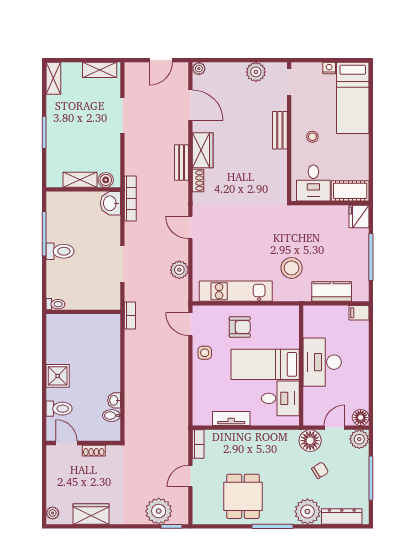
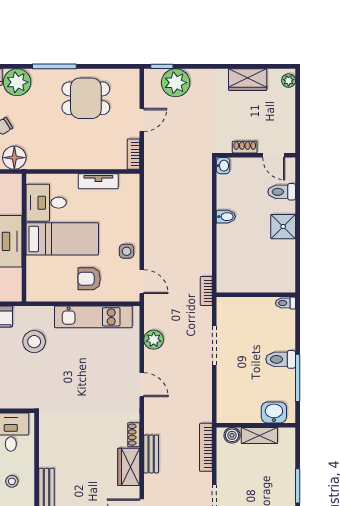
bookcase: (130, 198) -> (206, 447), moved
washbasin: (110, 203) -> (274, 412), moved, turned -90
washbasin: (114, 400) -> (223, 166), moved
bidet: (111, 416) -> (226, 217), moved
dining table: (243, 496) -> (86, 98), turned 90

